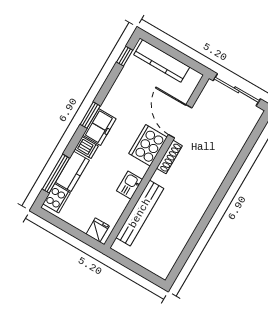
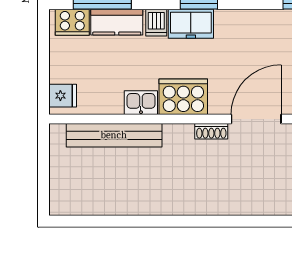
cooker: (148, 145) -> (183, 97), moved
shoe rack: (169, 157) -> (211, 131), width x0.70

